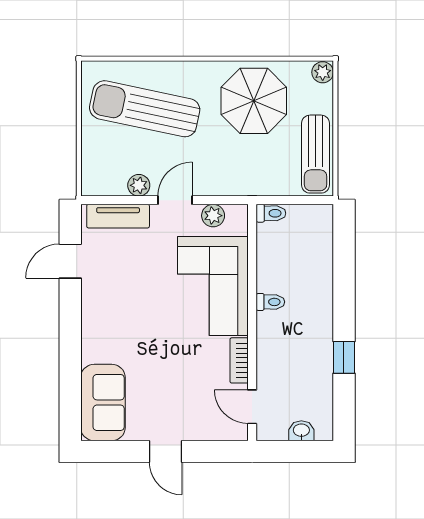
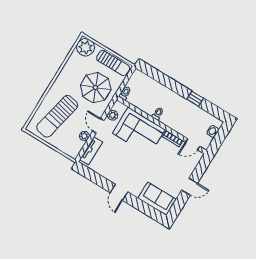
plant: (323, 72) -> (86, 47), width x1.88, depth x1.88
parasol: (254, 101) -> (95, 88), moved
door: (70, 261) -> (119, 192), moved

